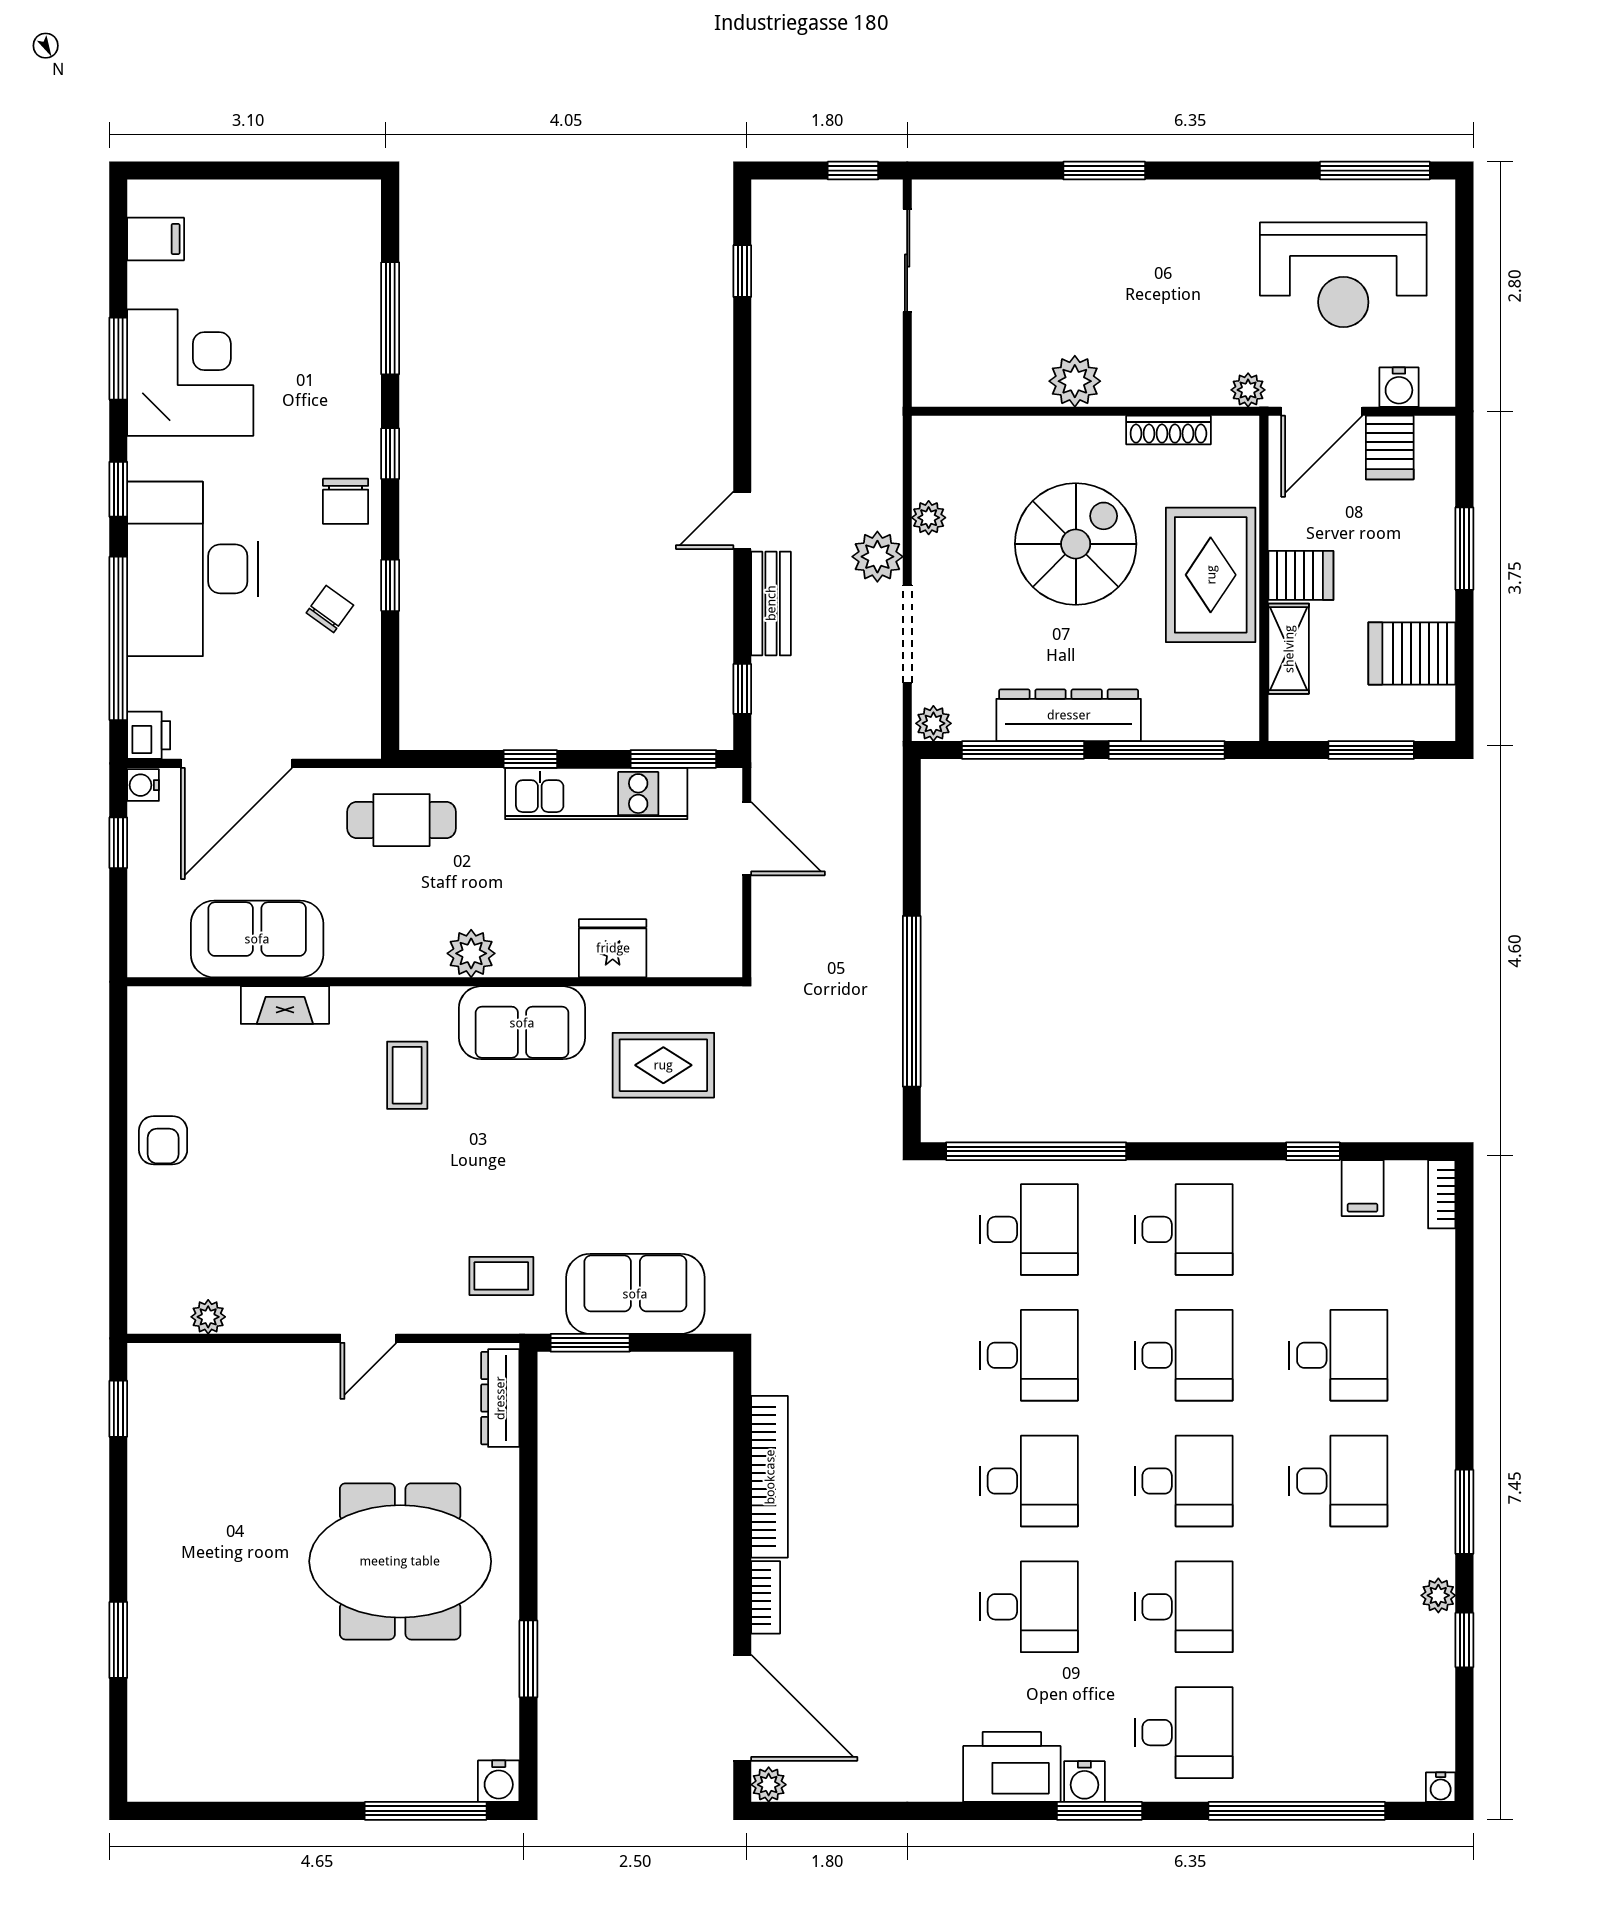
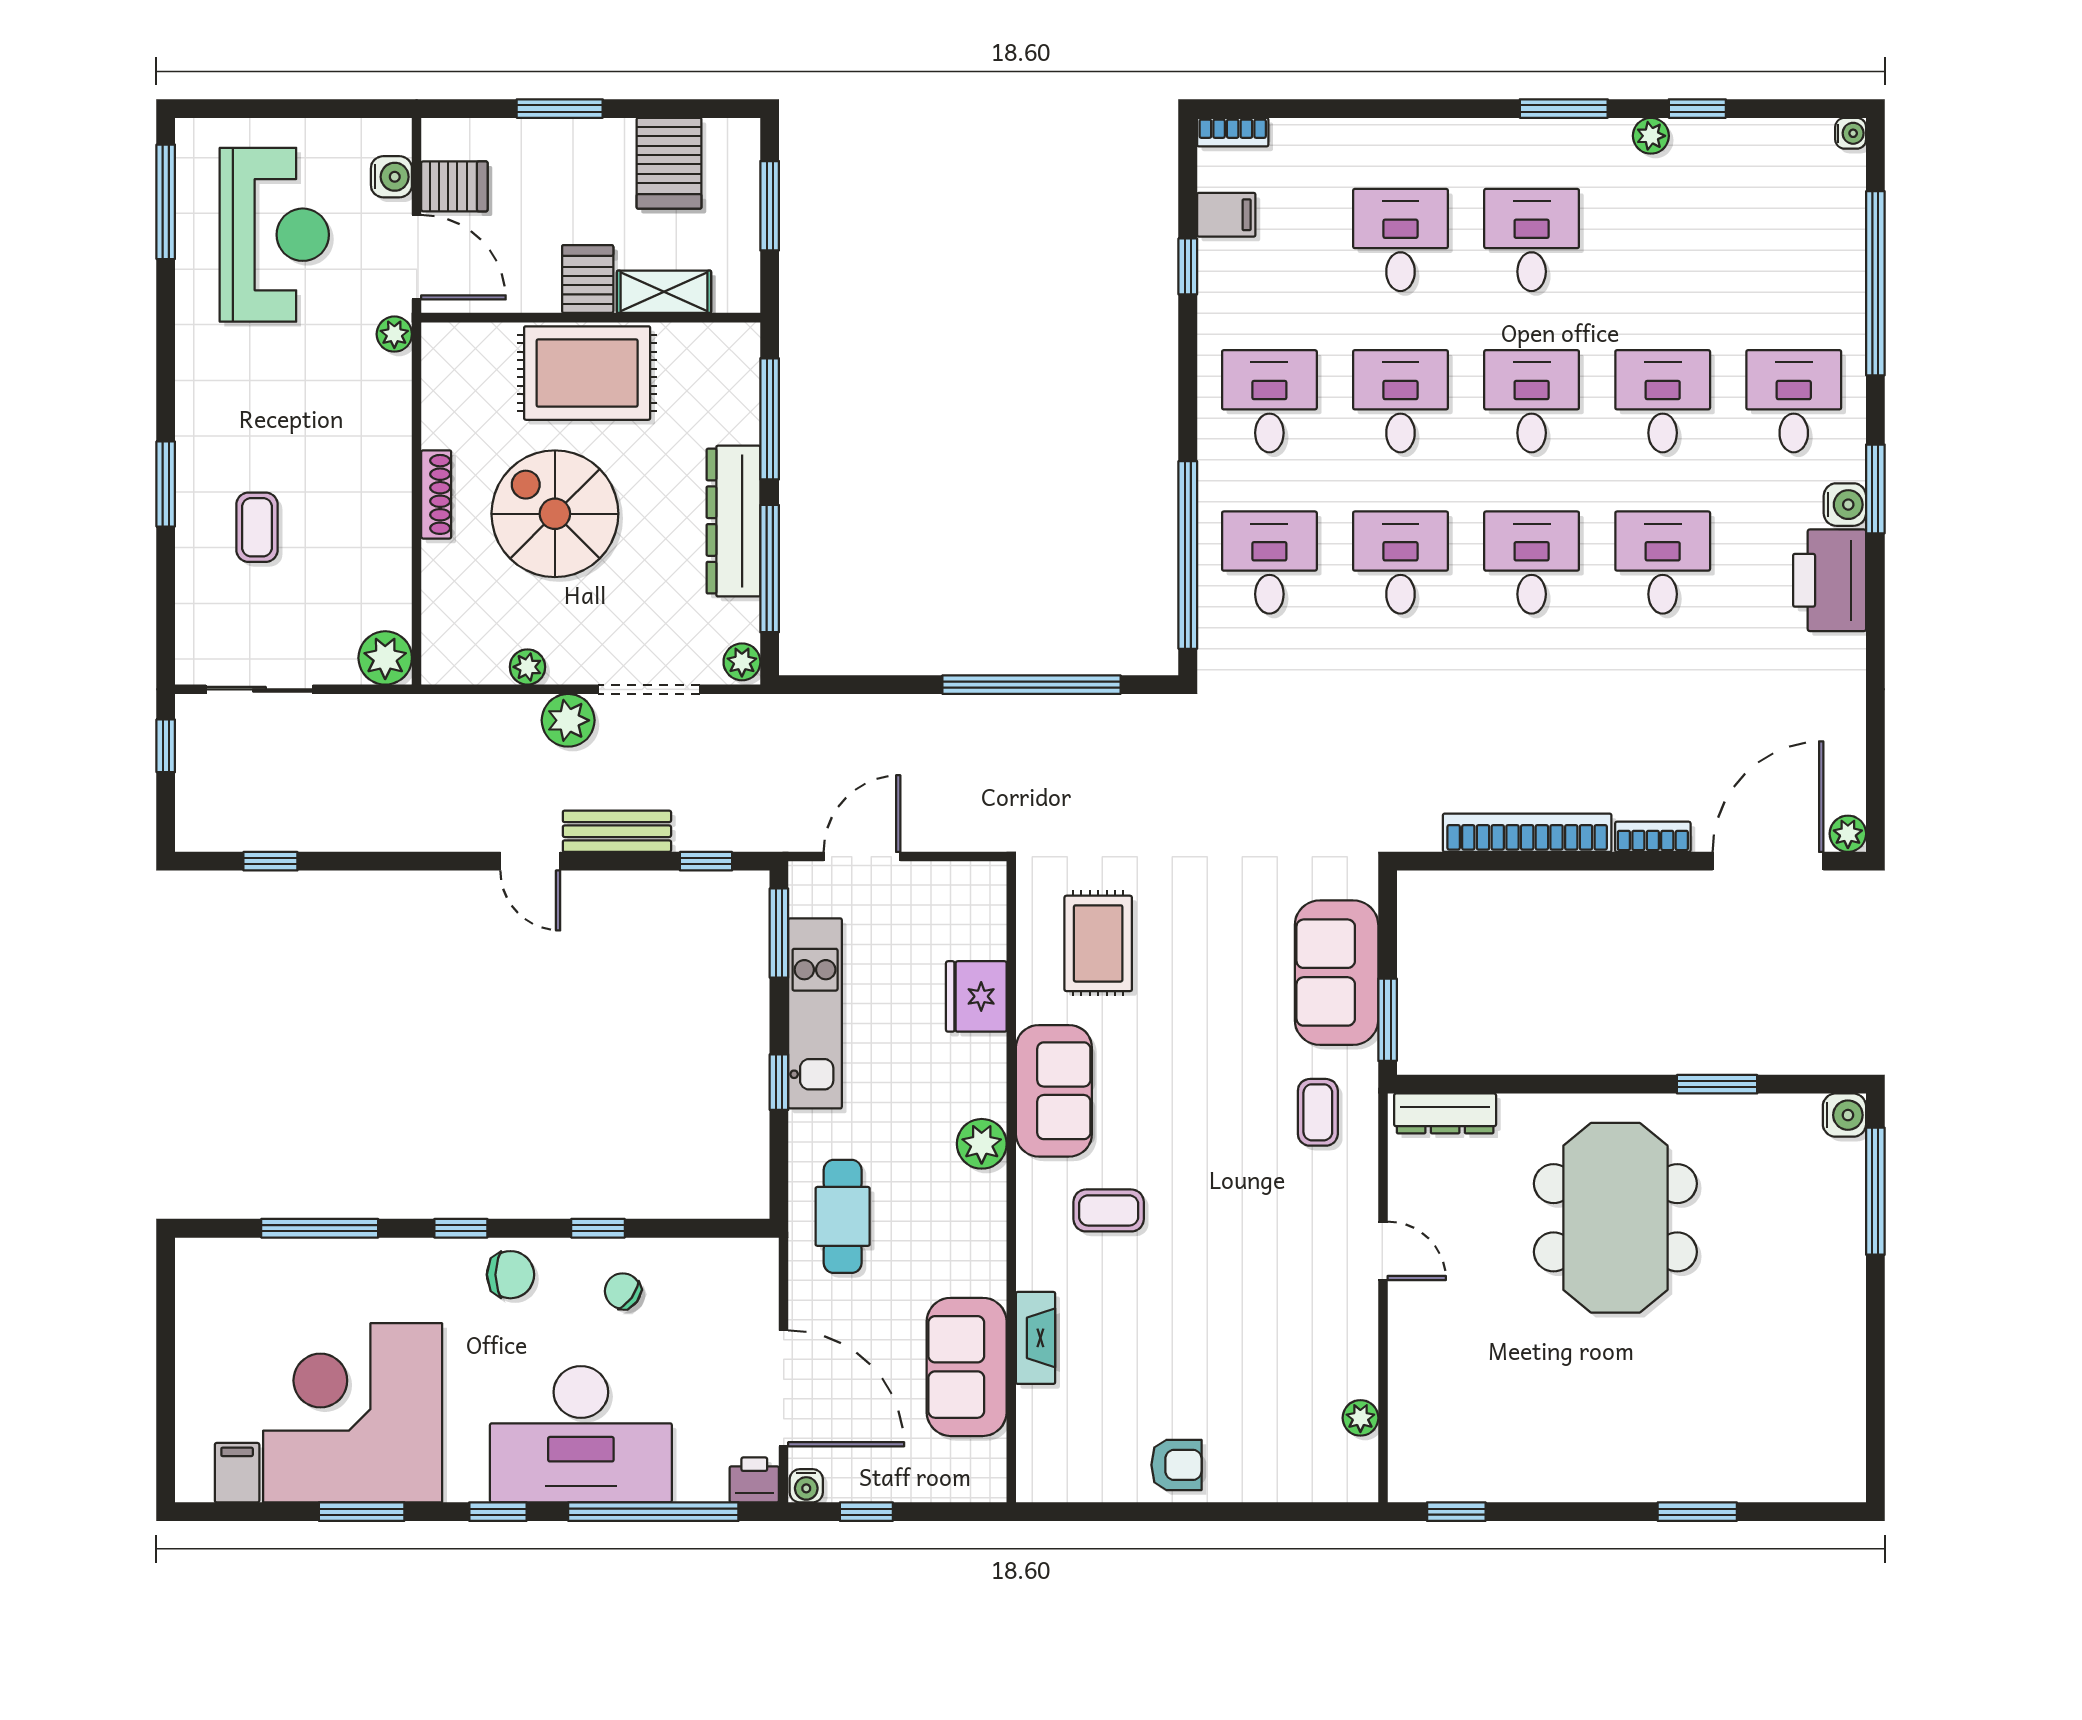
coffee table: (1063, 258) -> (257, 527), added
corner desk: (190, 373) -> (353, 1413), width x1.36, depth x1.36
plant: (1075, 381) -> (385, 658), moved
shoe rack: (1168, 430) -> (436, 494), moved

